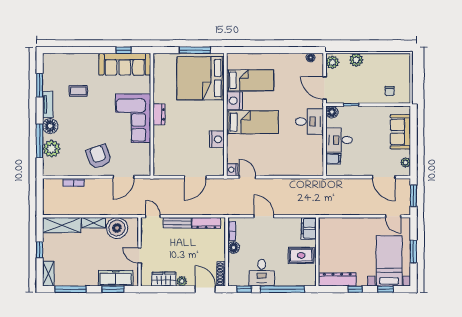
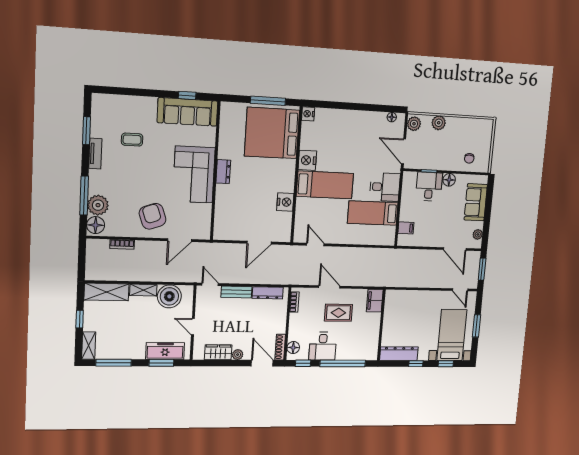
bed: (250, 80) -> (373, 213), moved, turned 180
floor lamp: (332, 112) -> (449, 180), moved
floor lamp: (50, 126) -> (96, 225), moved
desk: (339, 140) -> (429, 187), moved, turned 90
nightstand: (232, 170) -> (308, 114), moved
floor lamp: (234, 248) -> (293, 348), moved
rug: (301, 255) -> (338, 313), moved

